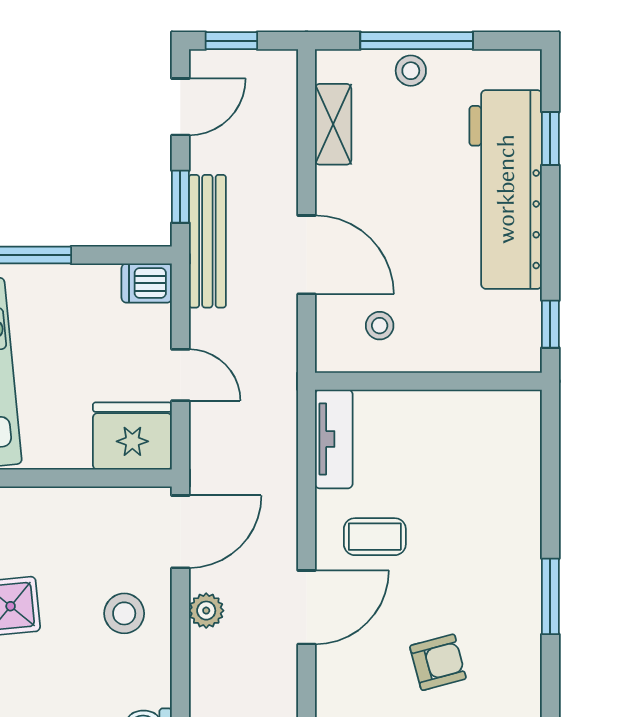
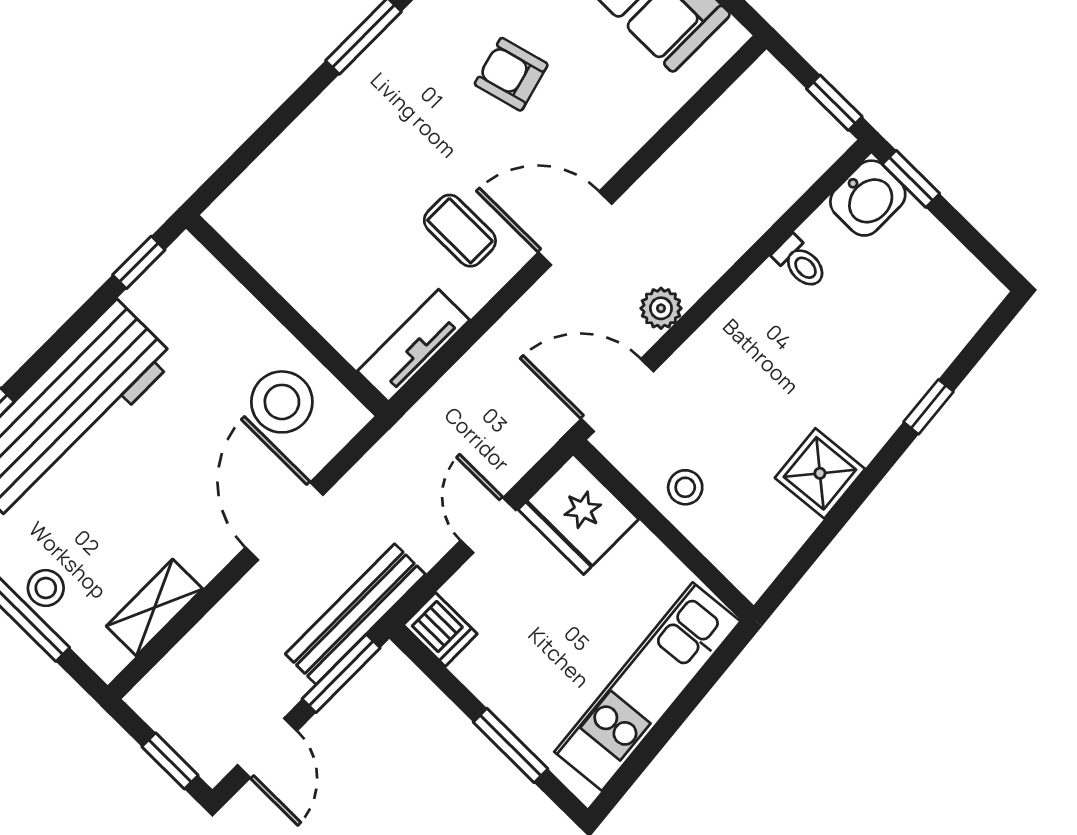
door: (180, 107) -> (267, 748), swing flipped
window: (180, 197) -> (341, 673), width x1.50
stool: (380, 326) -> (282, 402), width x1.89, depth x1.89
stool: (124, 613) -> (685, 487), moved, width x0.73, depth x0.73

